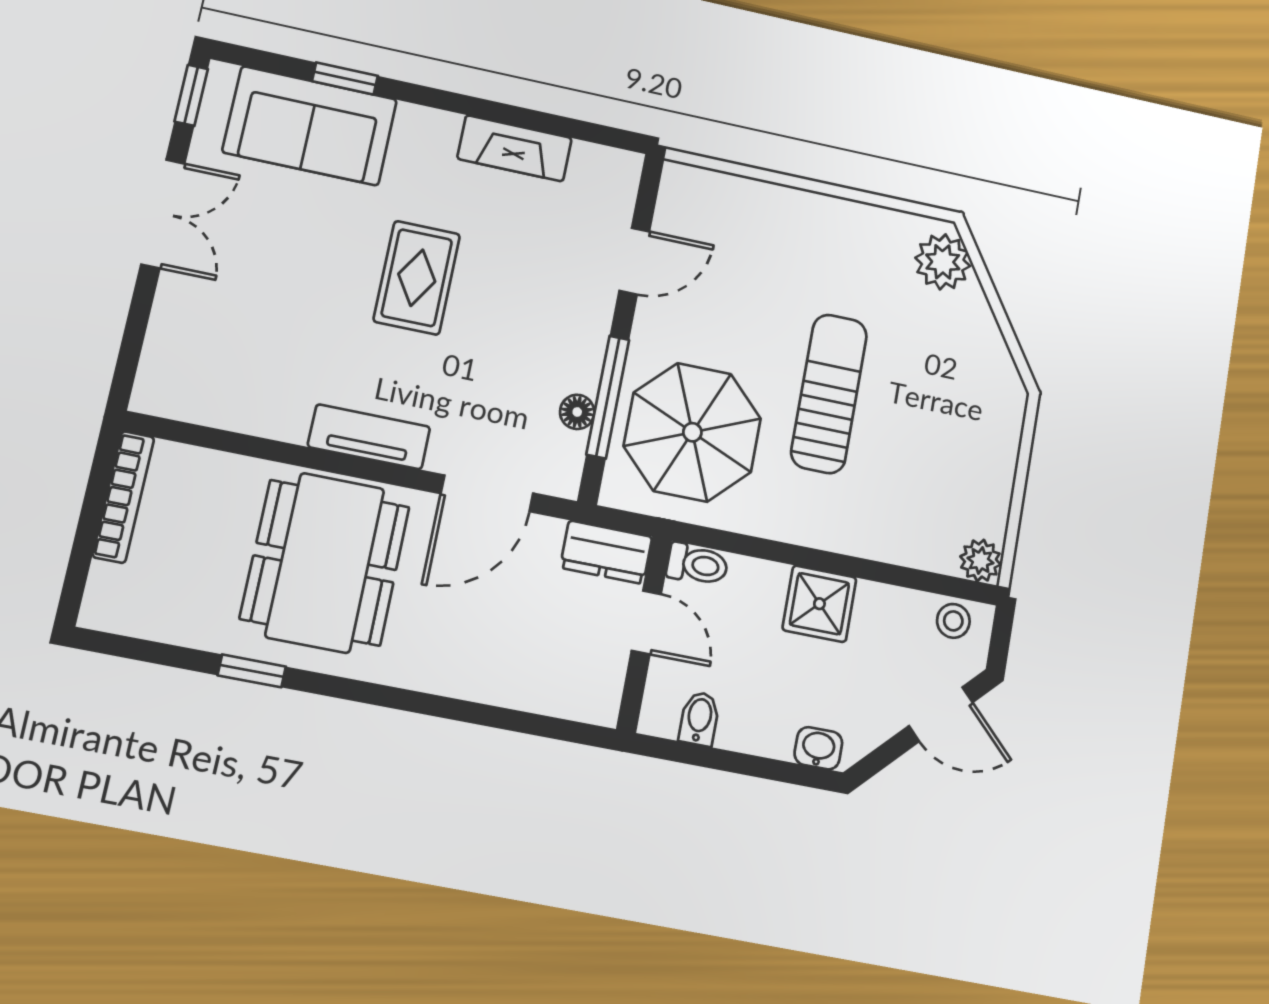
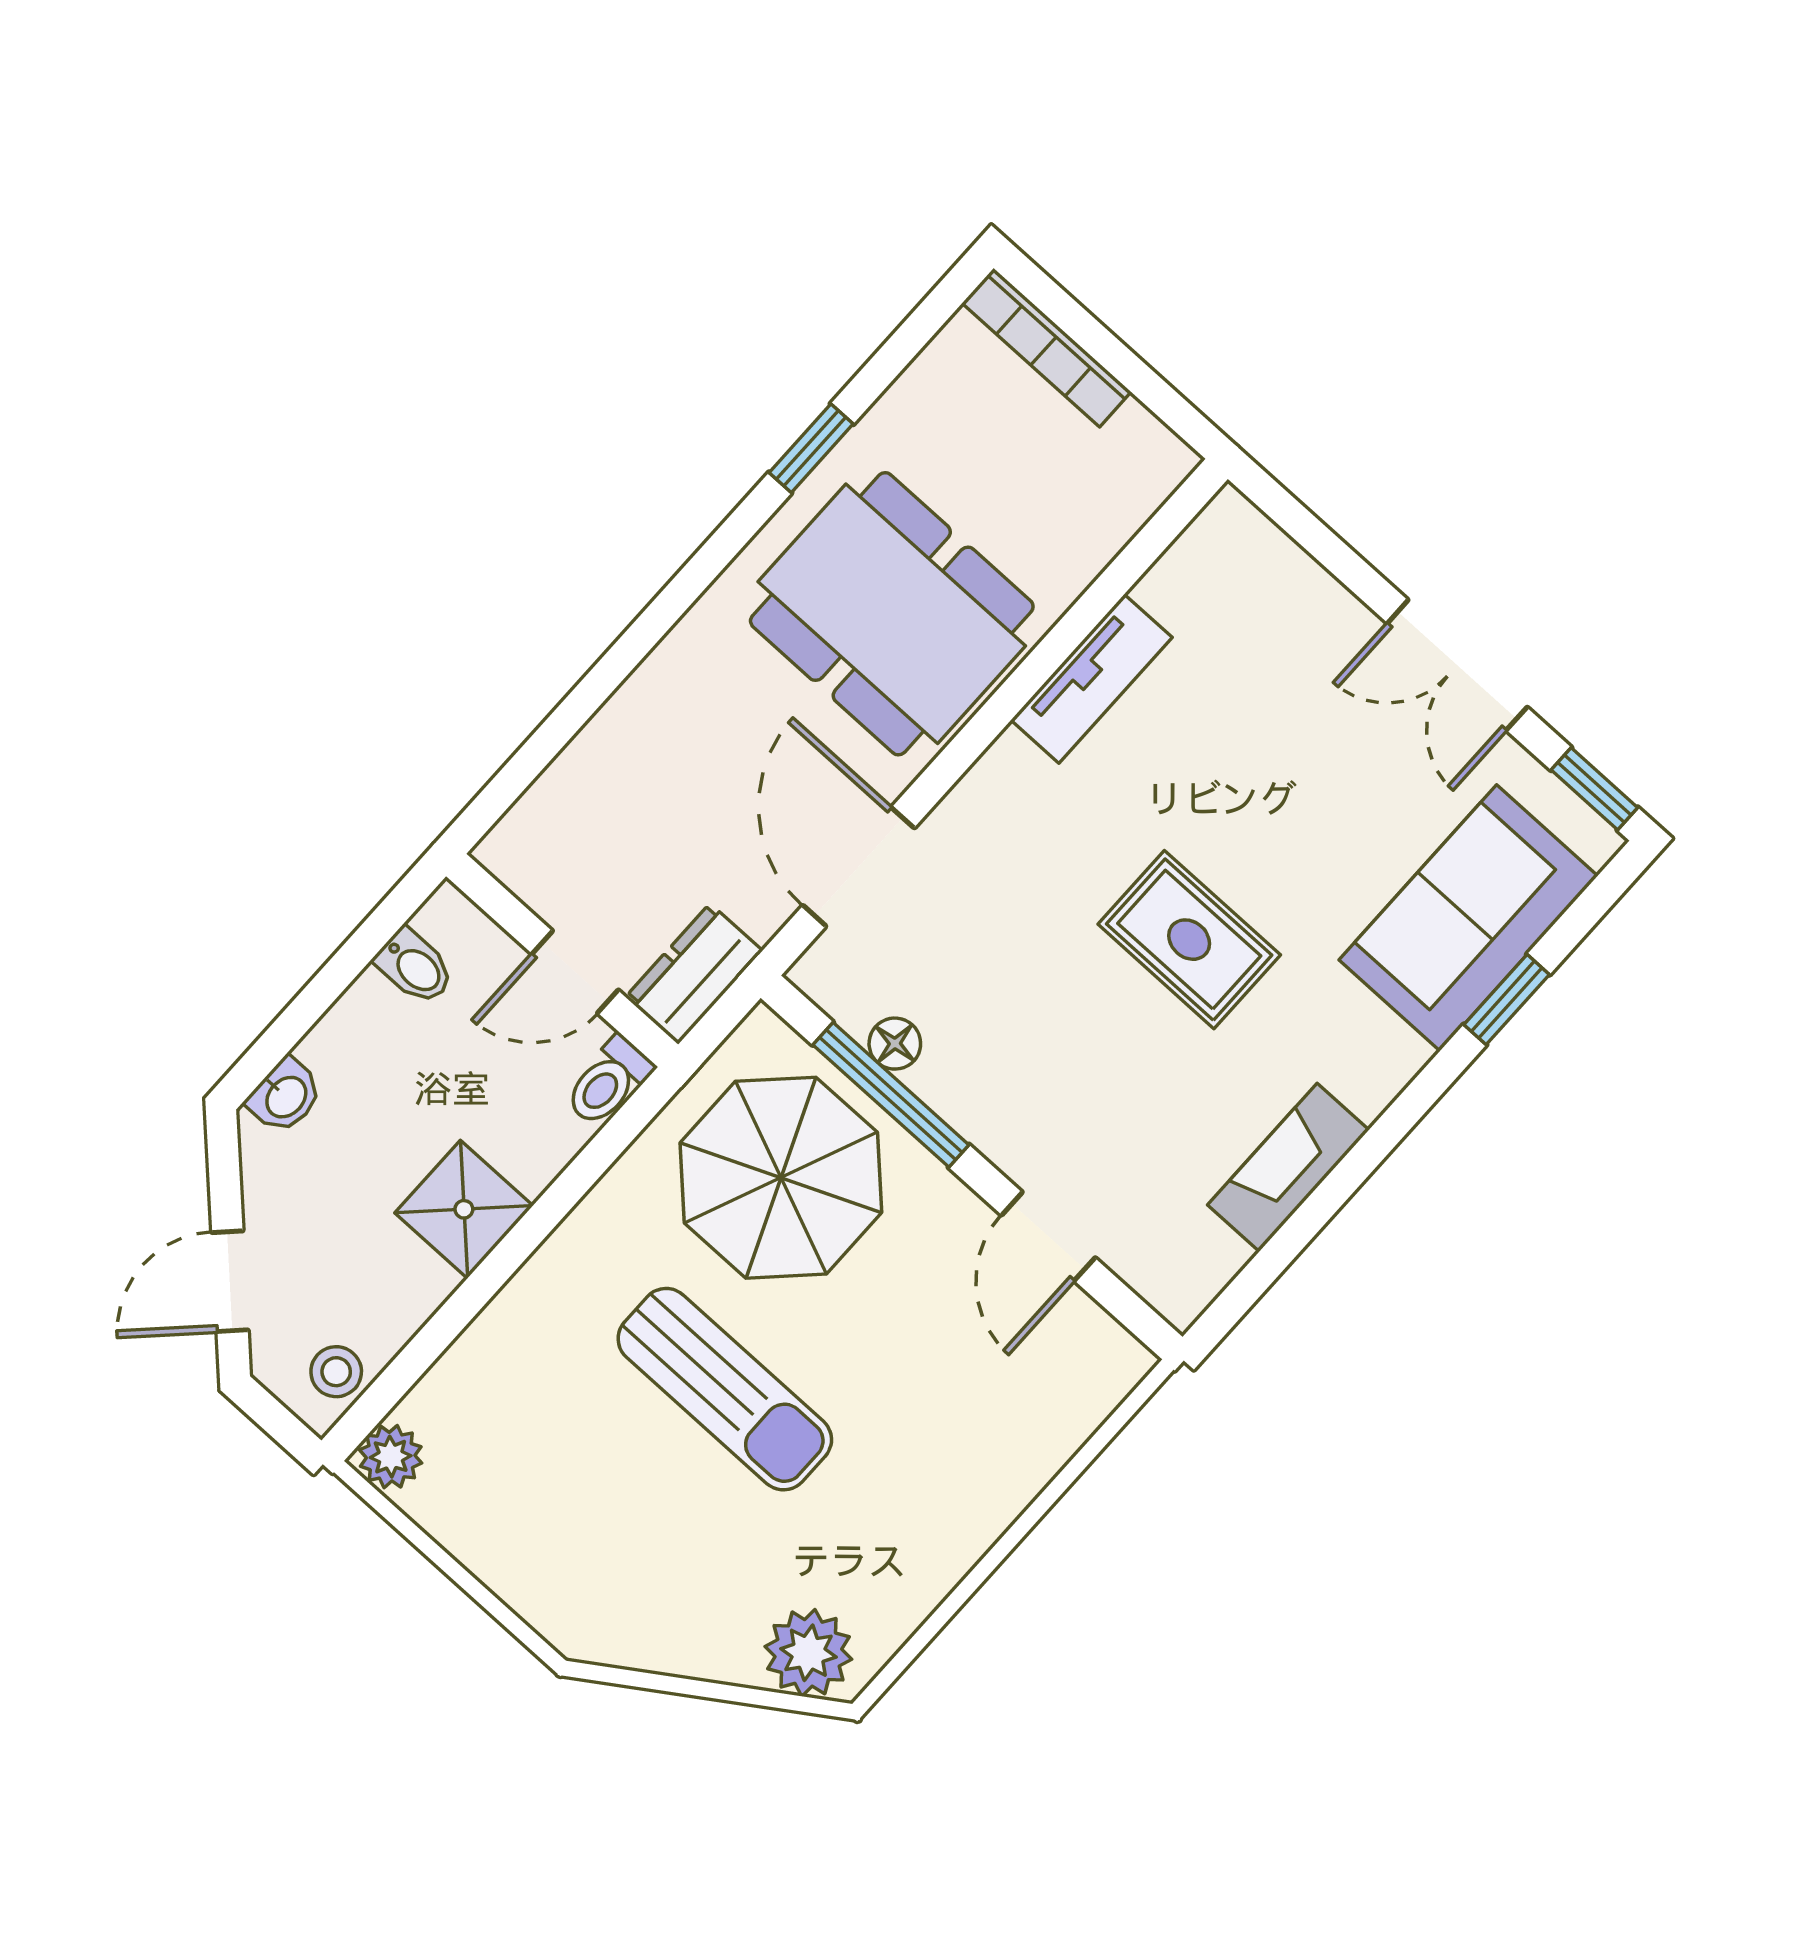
tv unit: (369, 437) -> (1092, 679), moved
bookcase: (123, 497) -> (1047, 348), moved

